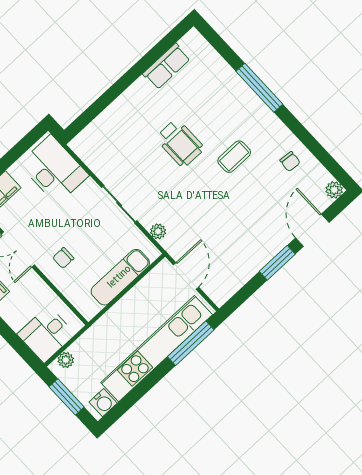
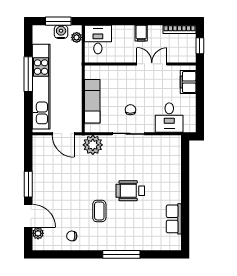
desk: (54, 170) -> (169, 118), width x0.73
plant: (334, 190) -> (38, 233), moved
plant: (158, 231) -> (93, 145), width x1.88, depth x1.88
chair: (63, 258) -> (130, 110), moved
window: (191, 343) -> (28, 74), moved
water cooler: (103, 403) -> (61, 32), moved, turned 90

